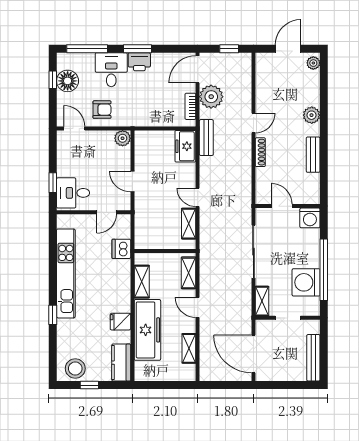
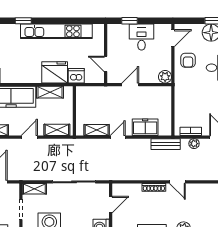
plant: (211, 97) -> (194, 144), width x0.53, depth x0.53
freezer: (185, 146) -> (145, 127), moved
desk: (73, 193) -> (142, 37), moved
fridge: (120, 322) -> (55, 72), moved, width x1.88, depth x1.34

